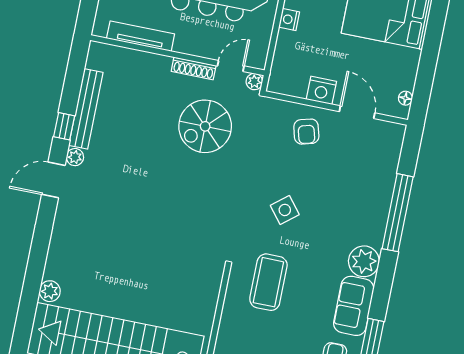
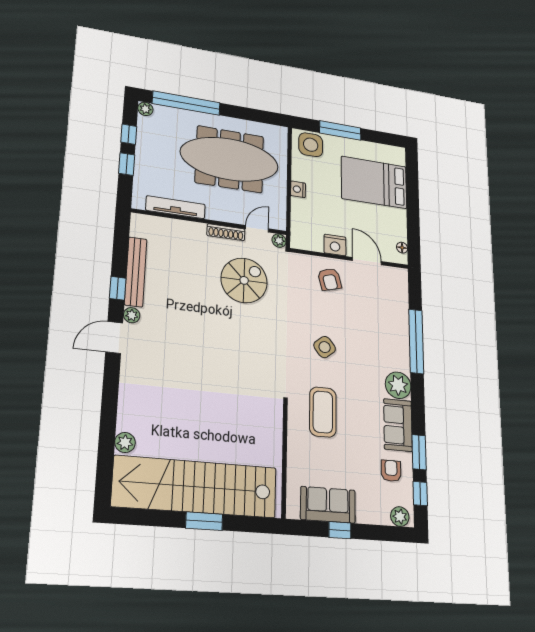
spiral stairs: (205, 126) -> (244, 280), turned 180

